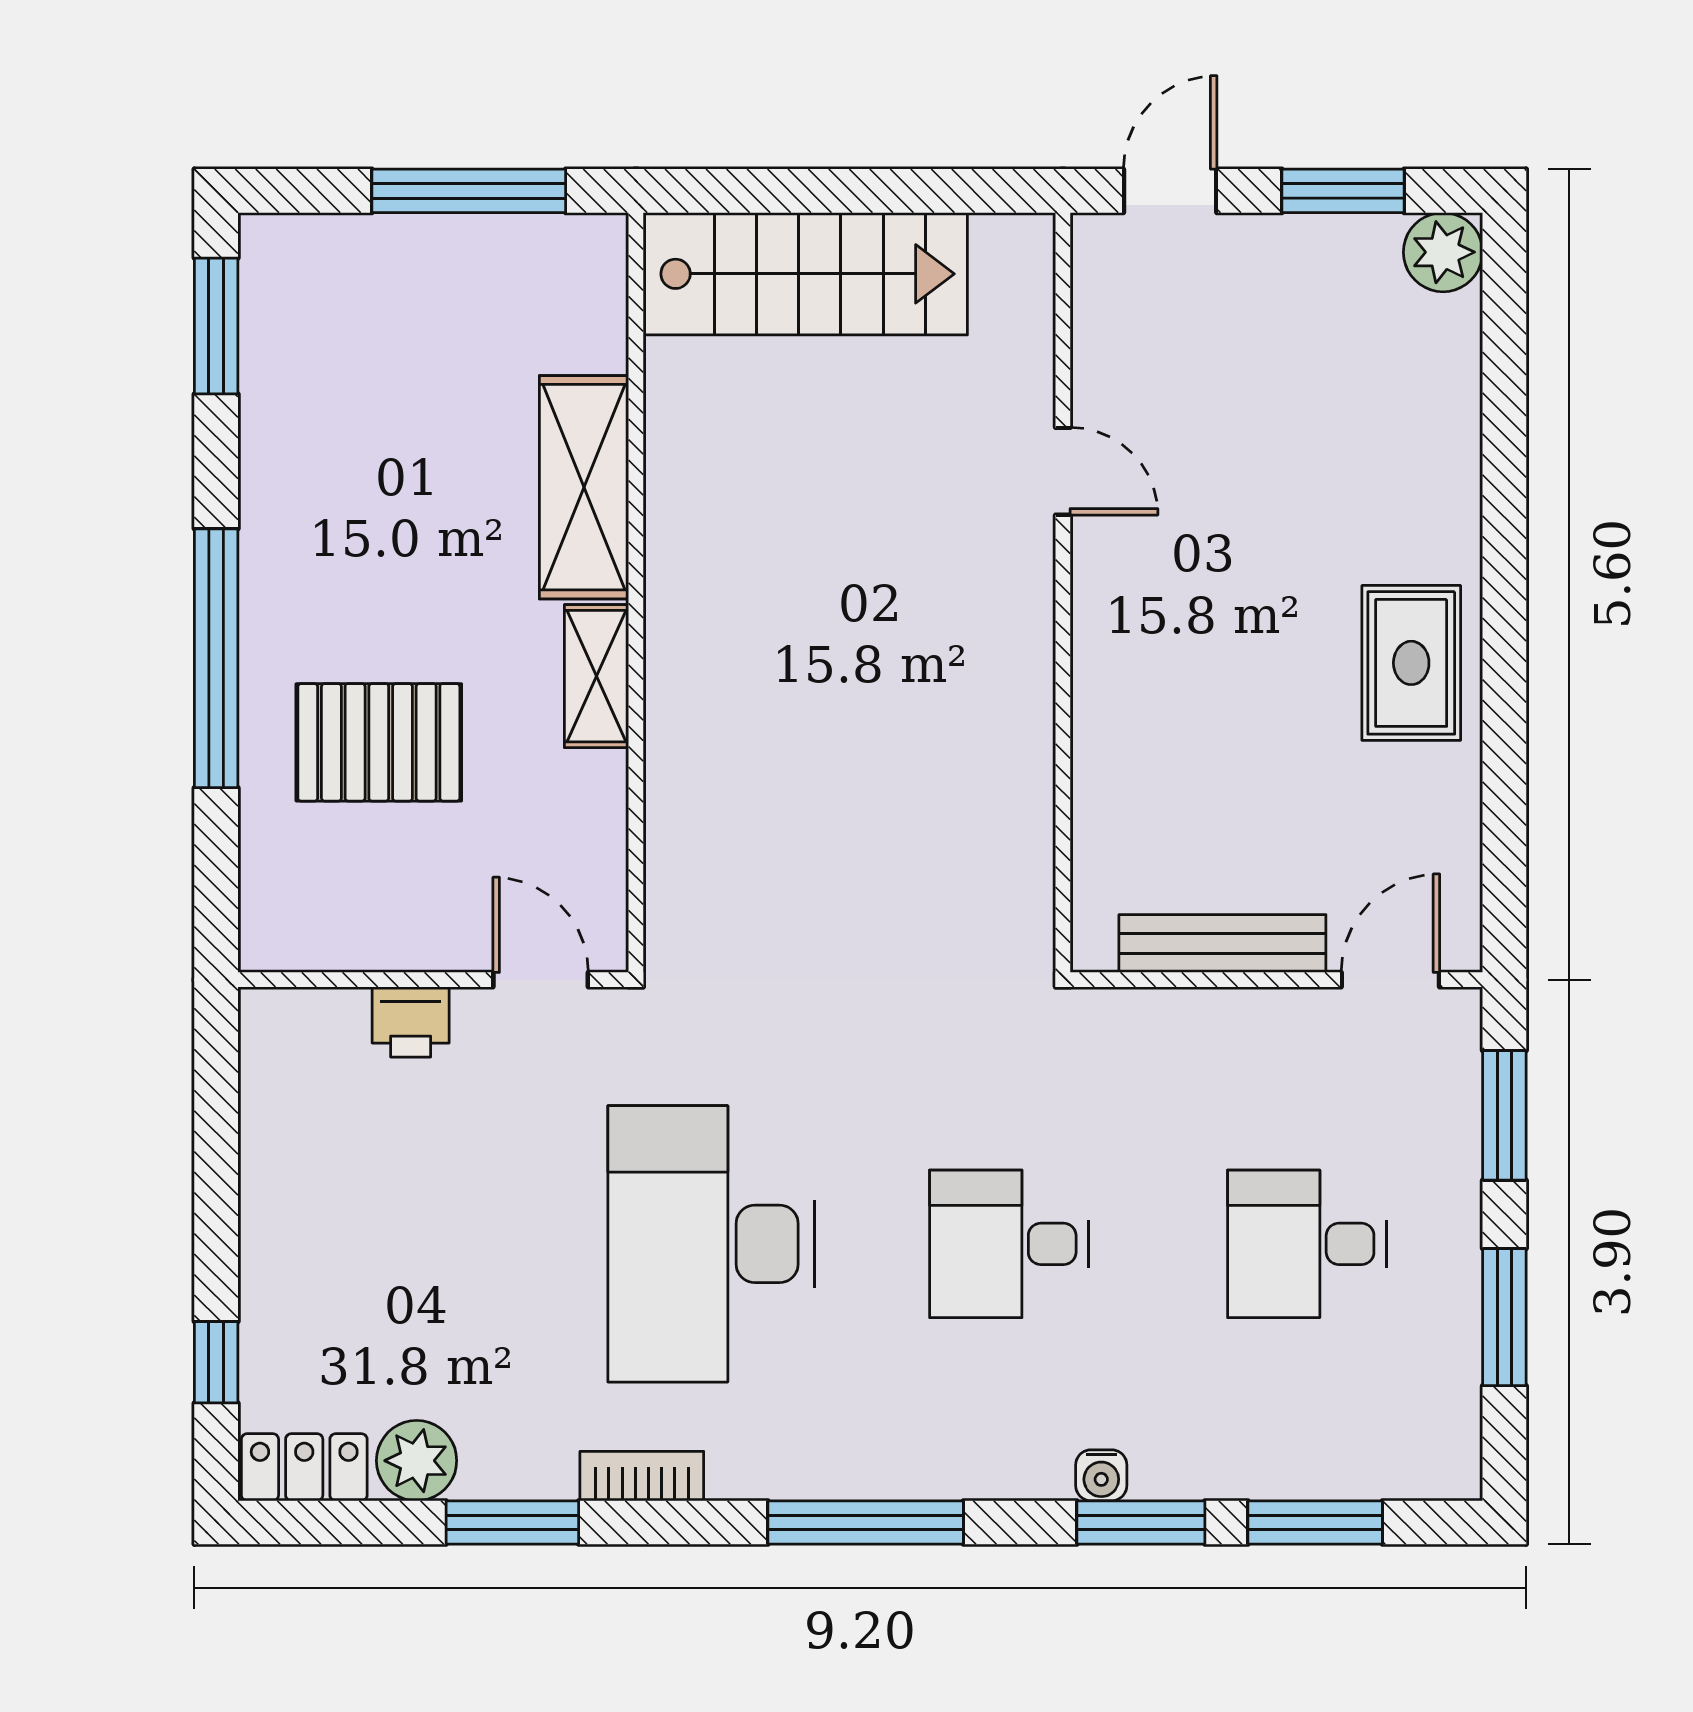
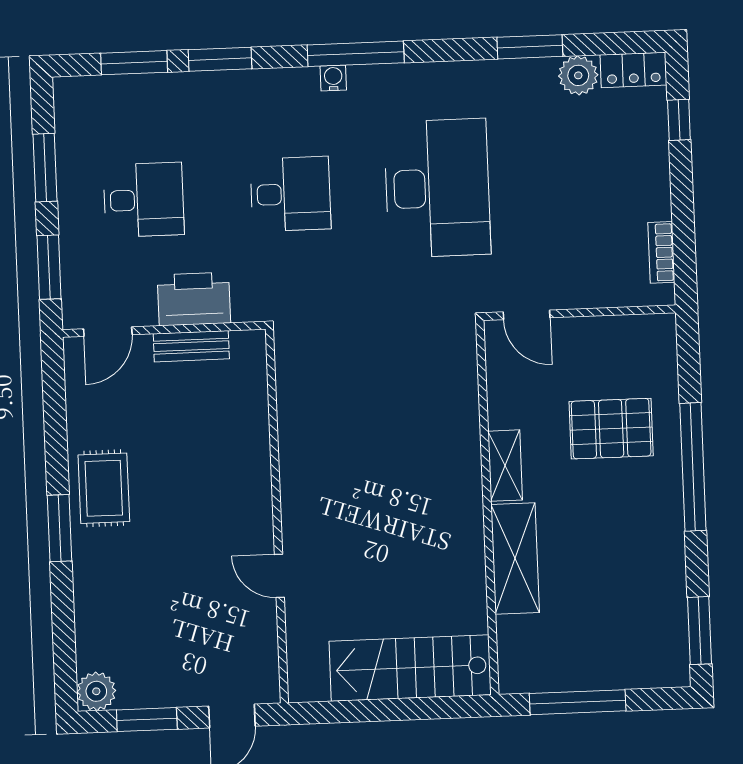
window: (1504, 586) -> (59, 528), added
bench: (1222, 944) -> (191, 346), width x0.73
printer: (411, 1022) -> (194, 299), moved, width x1.87, depth x1.48
water cooler: (1101, 1475) -> (333, 78), moved
bookcase: (642, 1476) -> (661, 252), moved, turned 90

